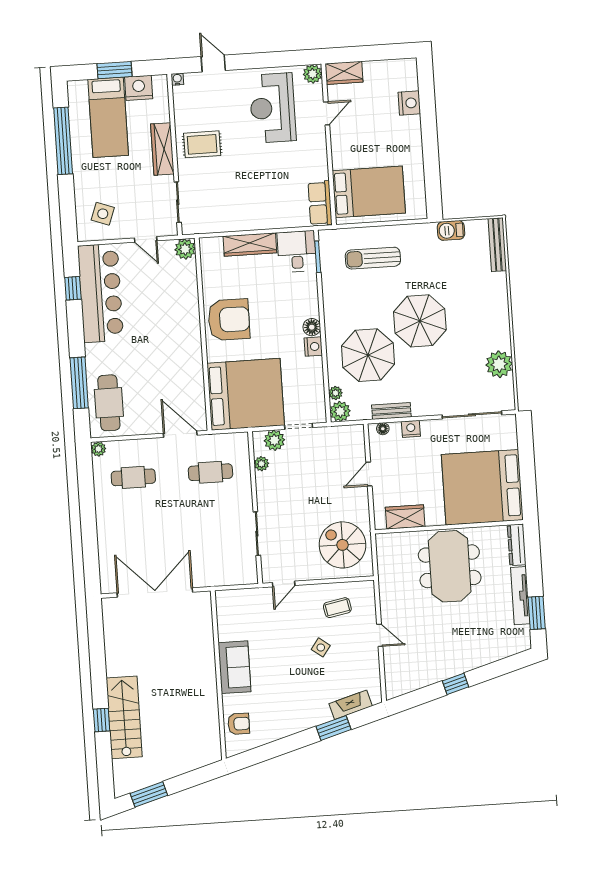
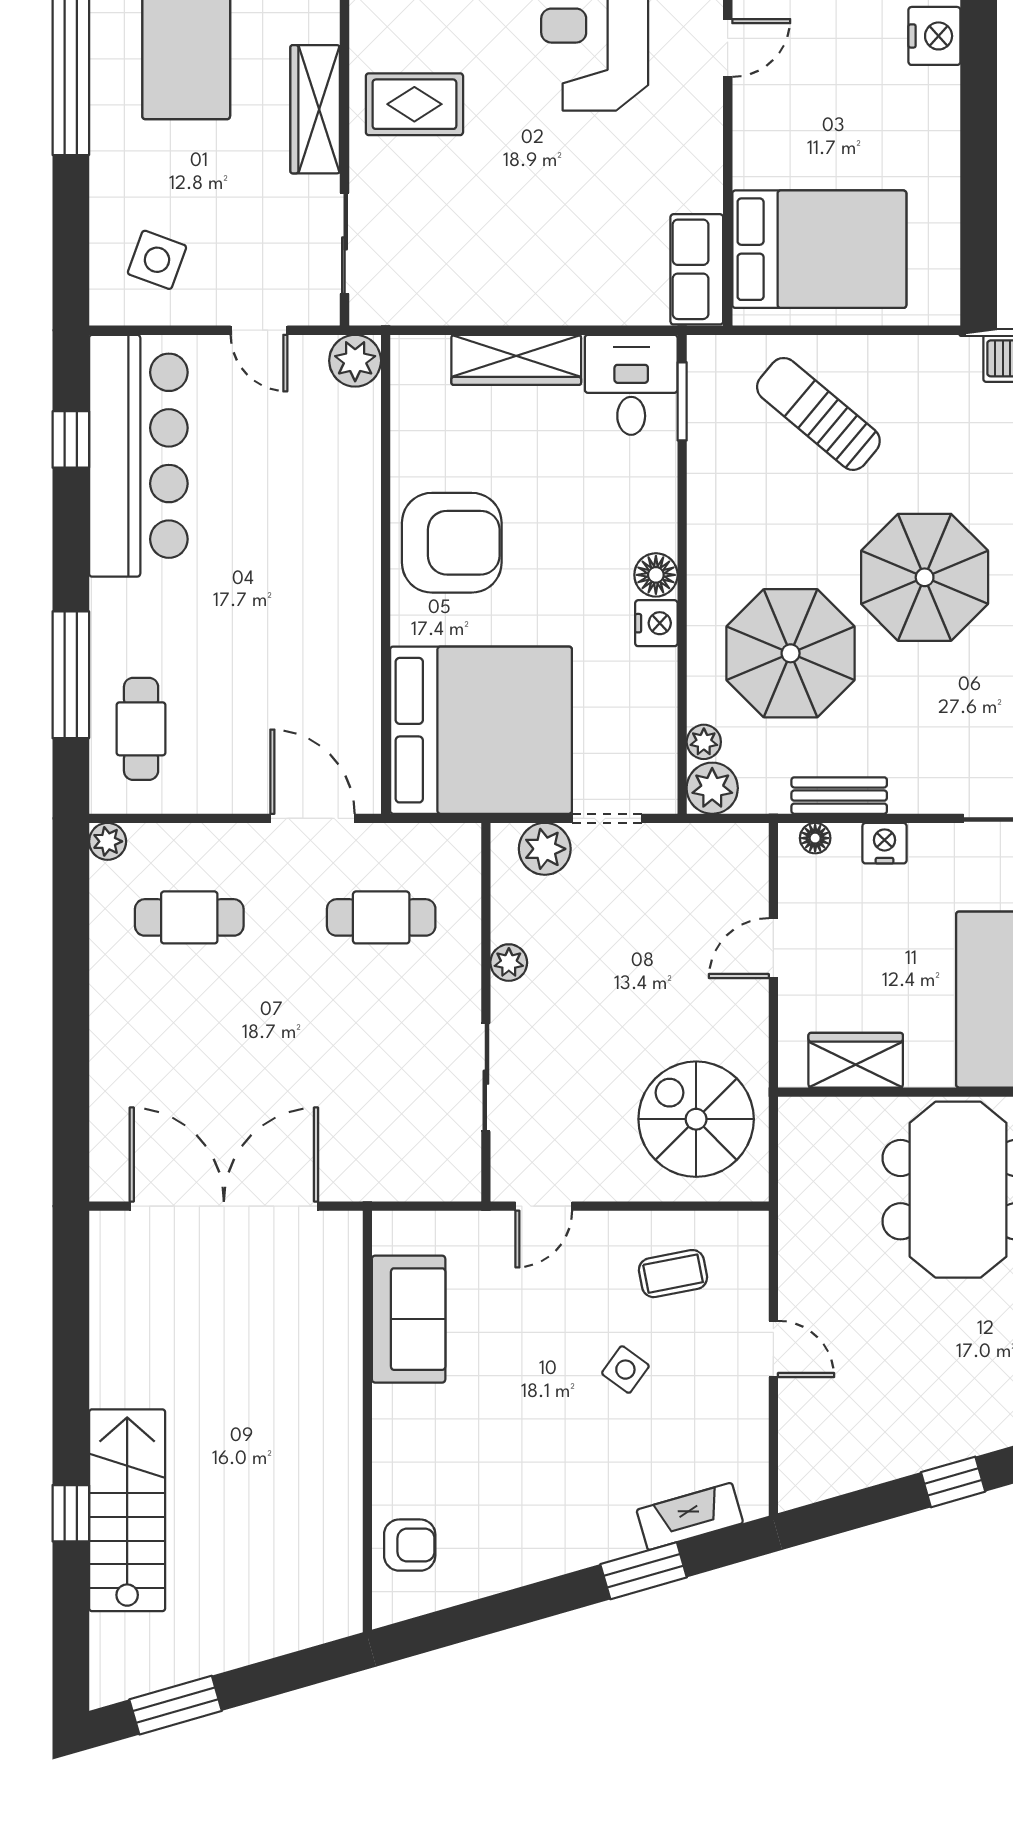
sun lounger: (373, 258) -> (818, 414), turned 40
cafe table: (109, 403) -> (141, 729), width x0.73, depth x0.74
plant: (261, 464) -> (509, 963), moved
sofa: (234, 667) -> (409, 1319), moved

